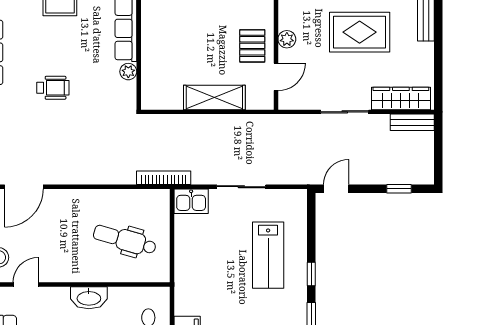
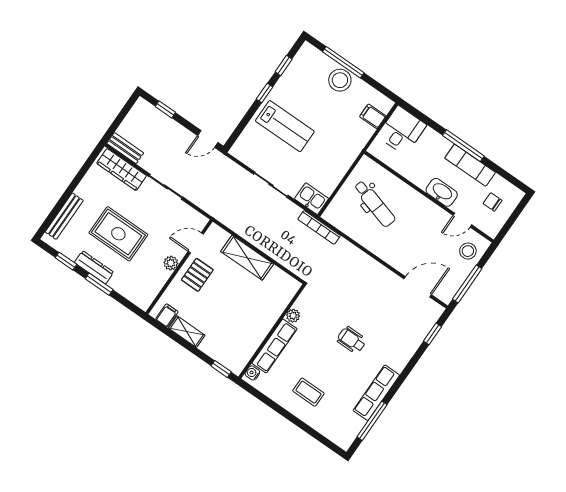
lab bench: (268, 255) -> (285, 126), turned 90
washbasin: (89, 298) -> (442, 192), moved

